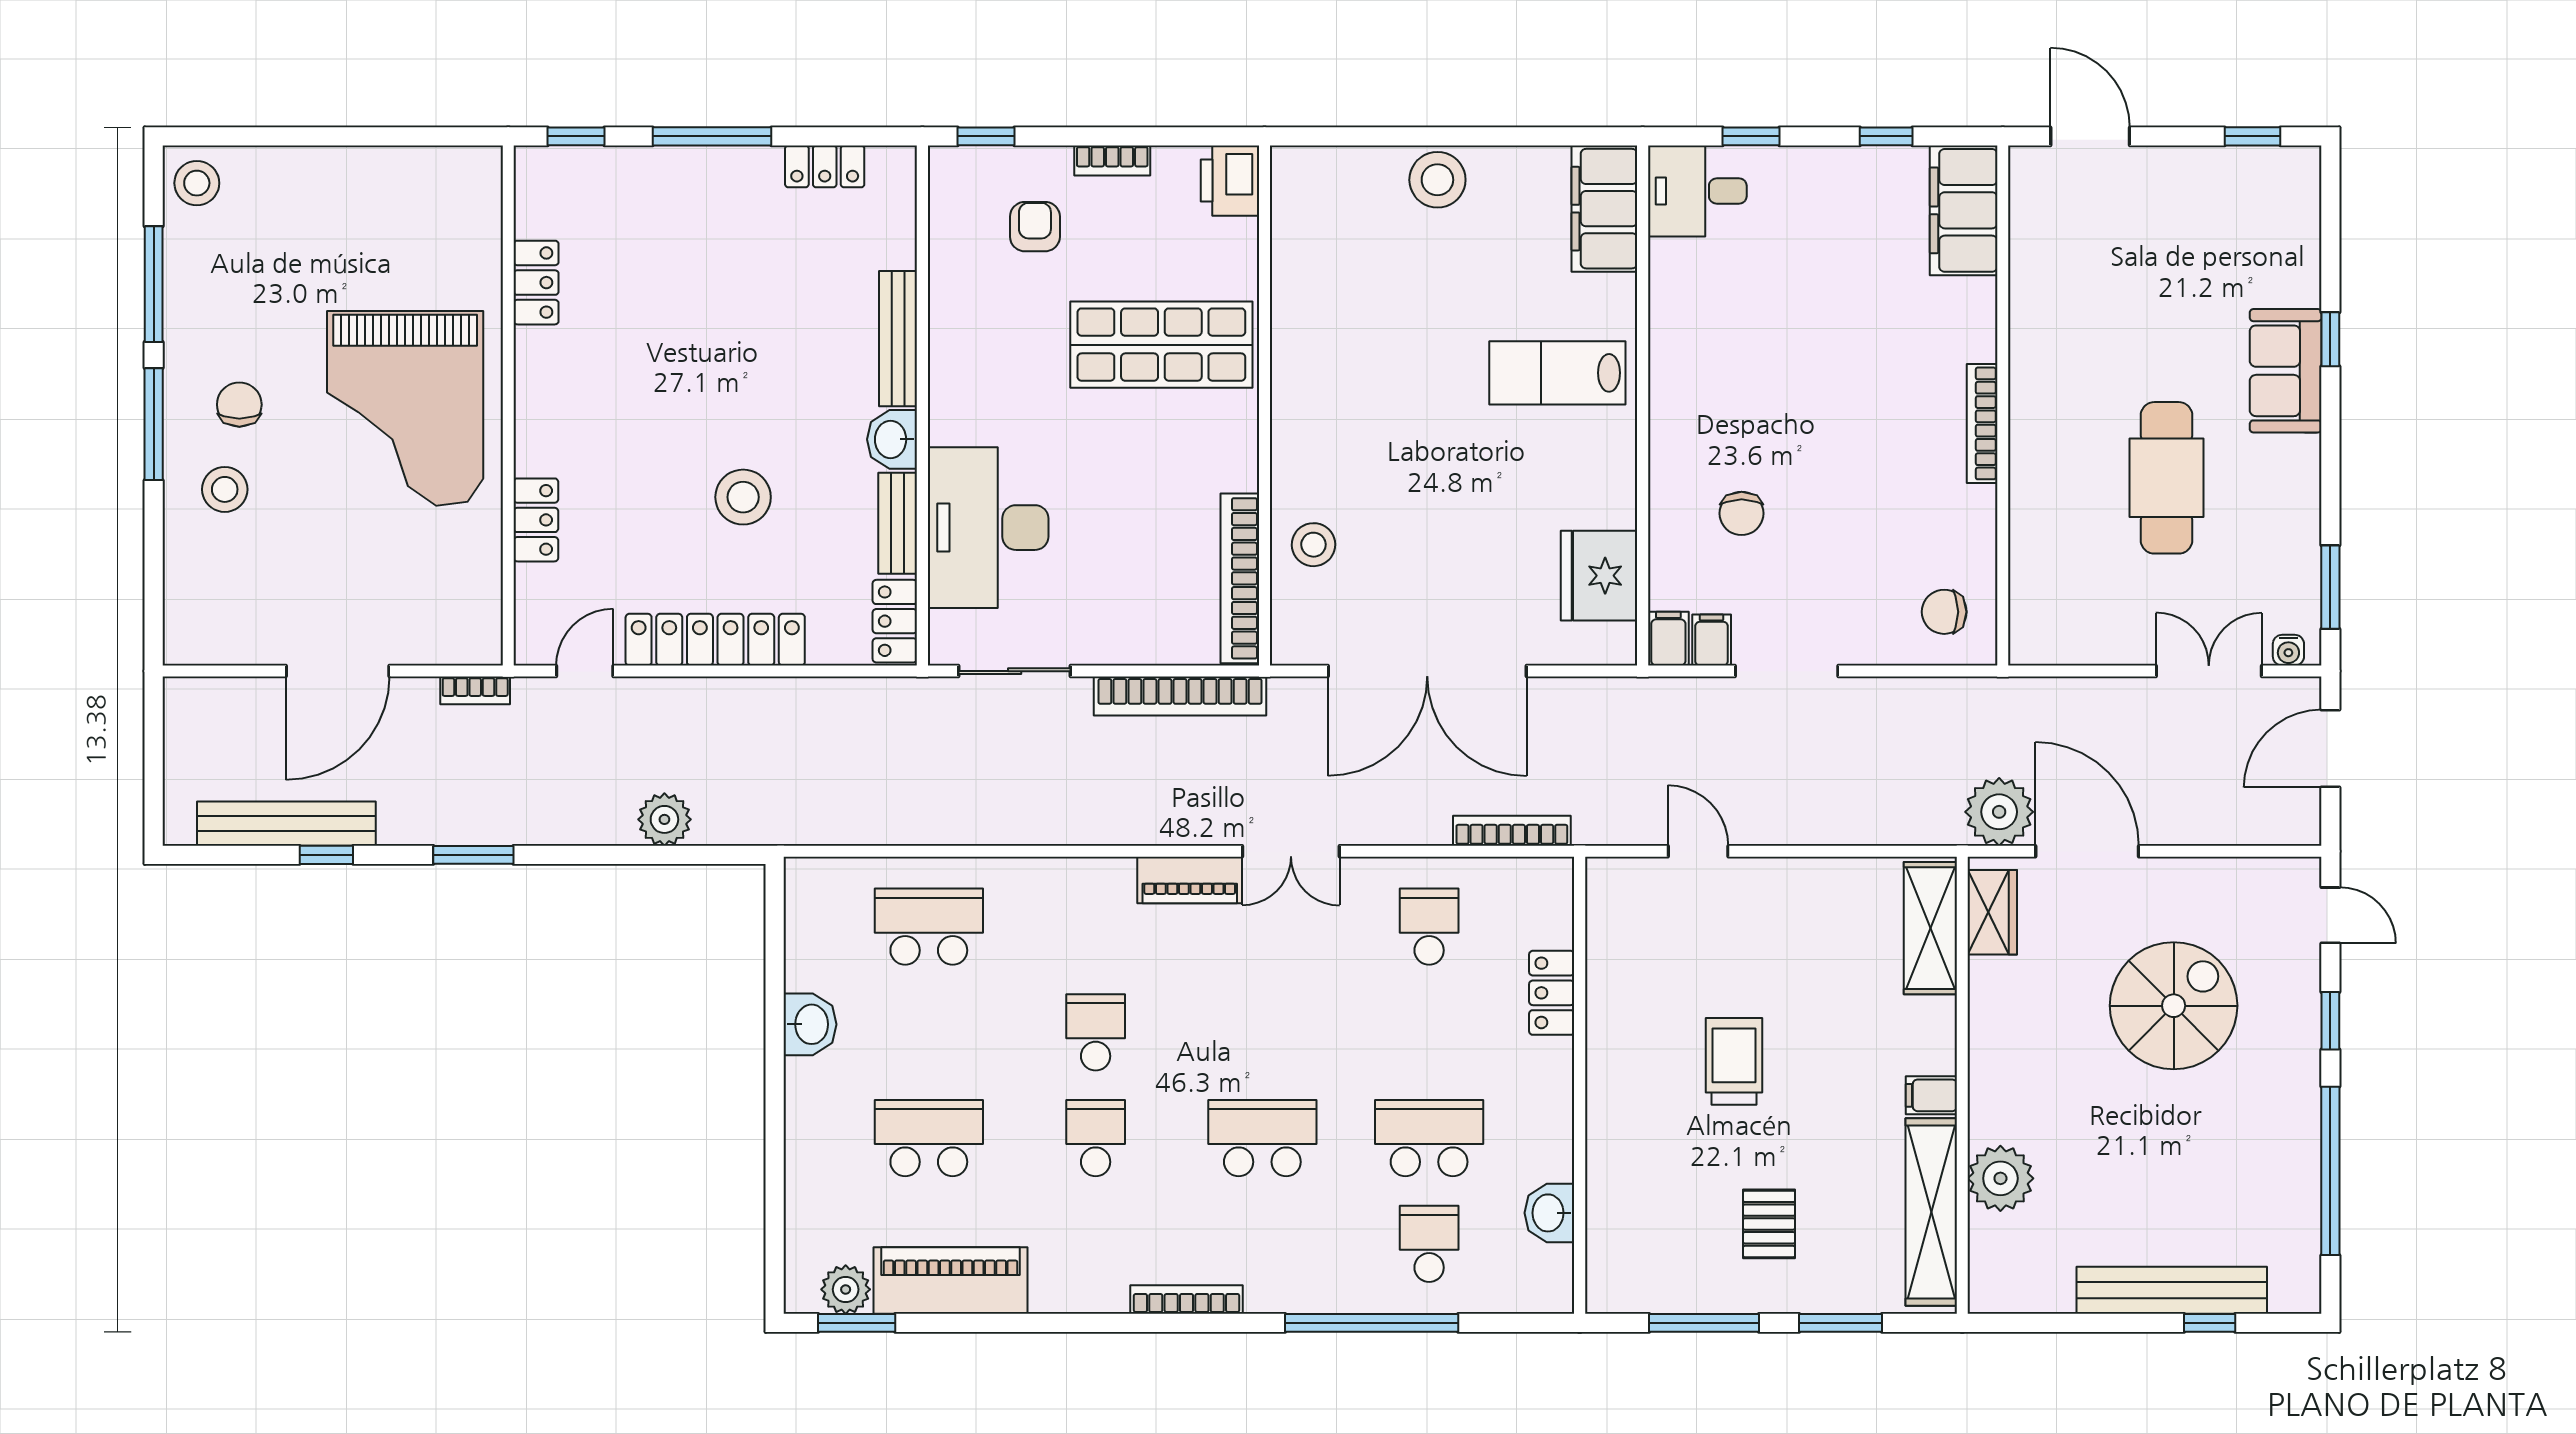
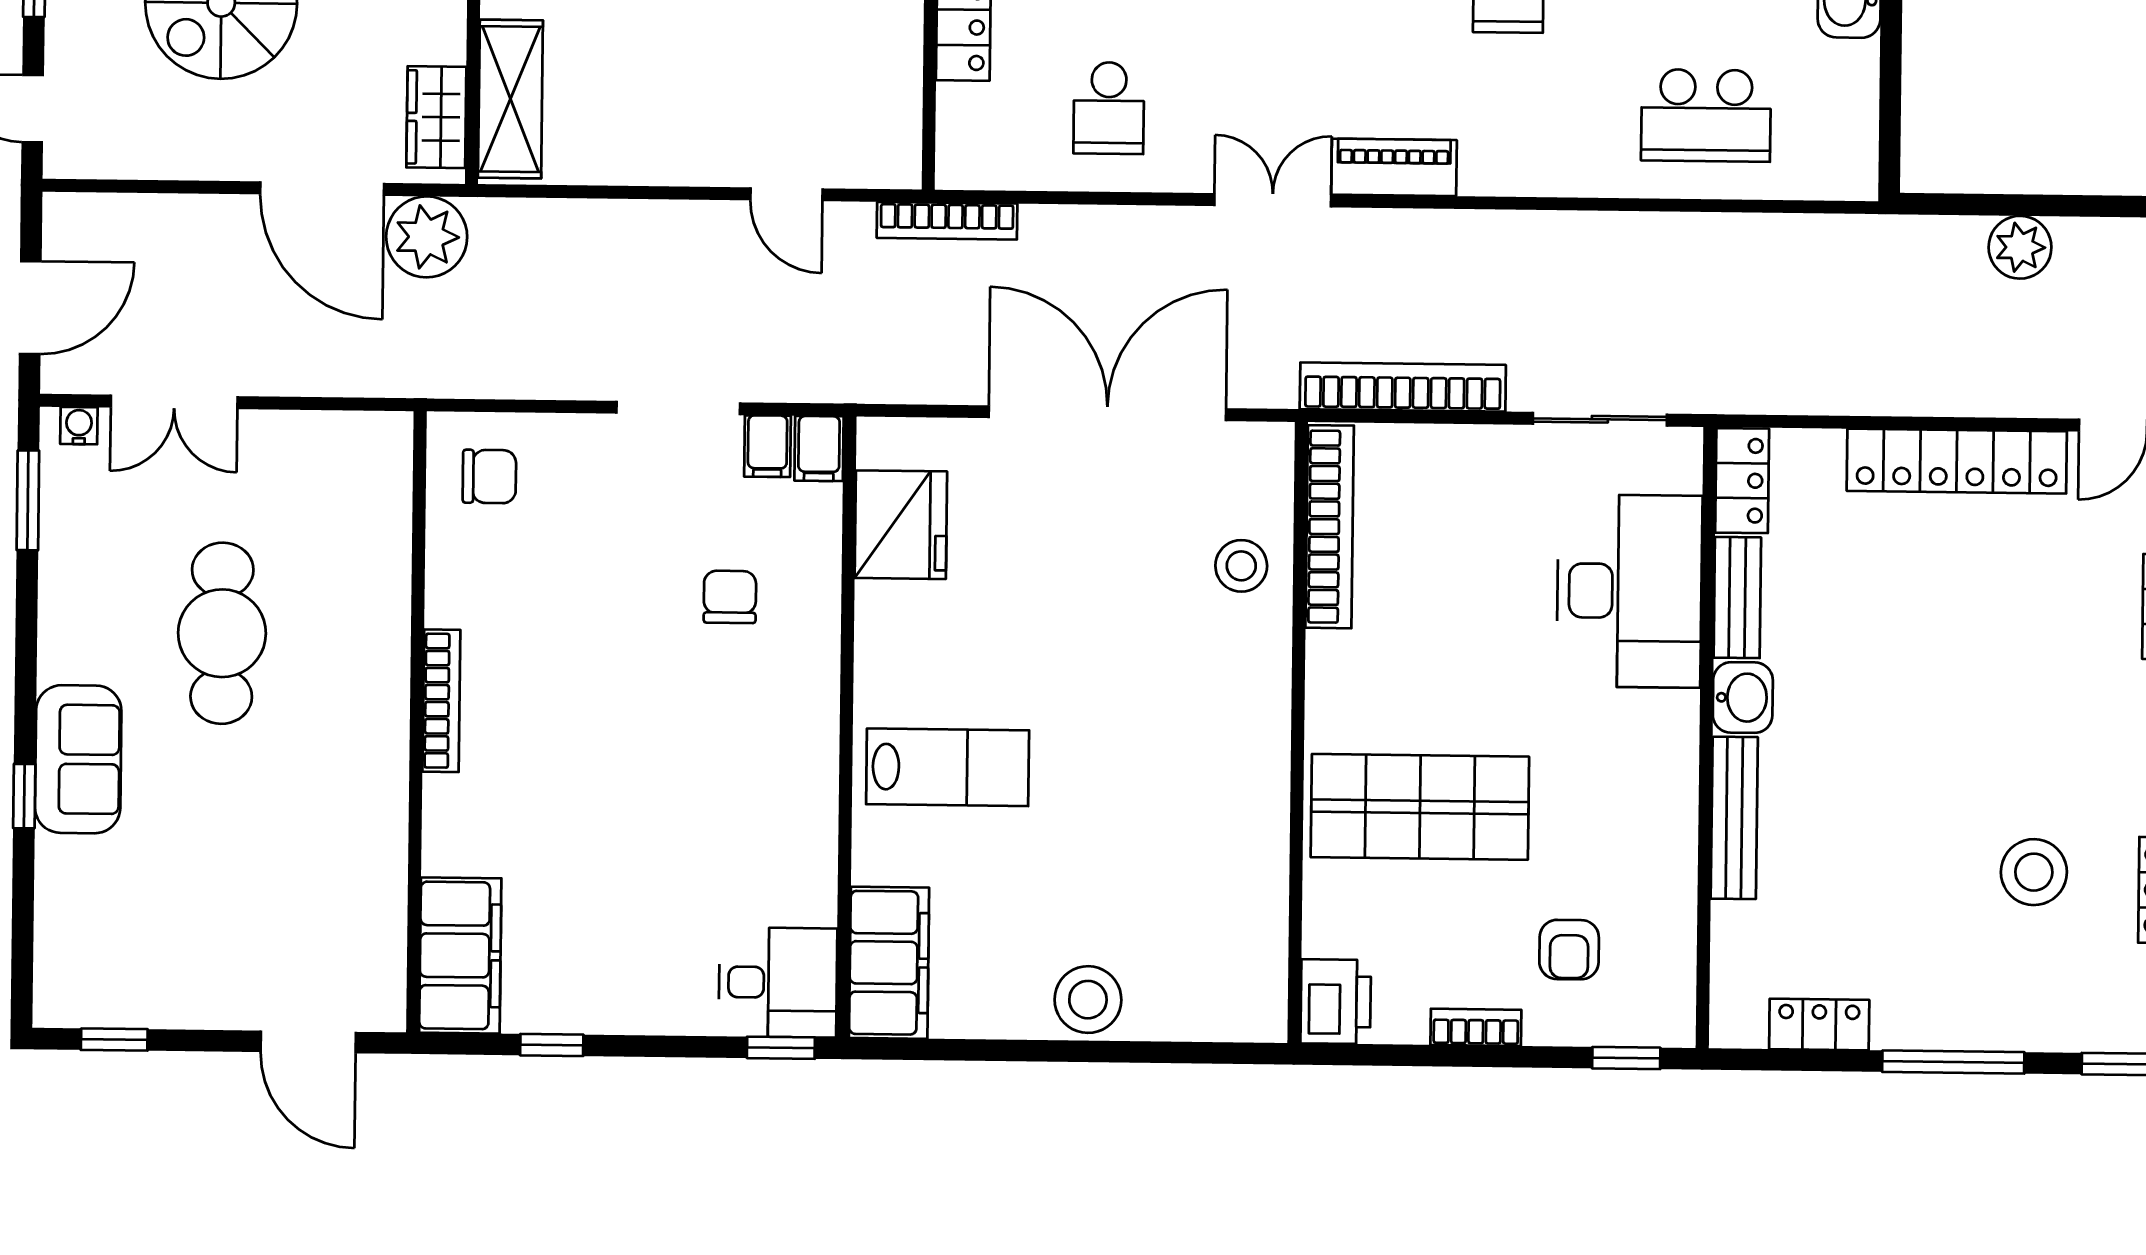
window: (1751, 136) -> (781, 1048), moved
stool: (743, 497) -> (2034, 872), moved
bookcase: (1512, 831) -> (947, 221), moved

